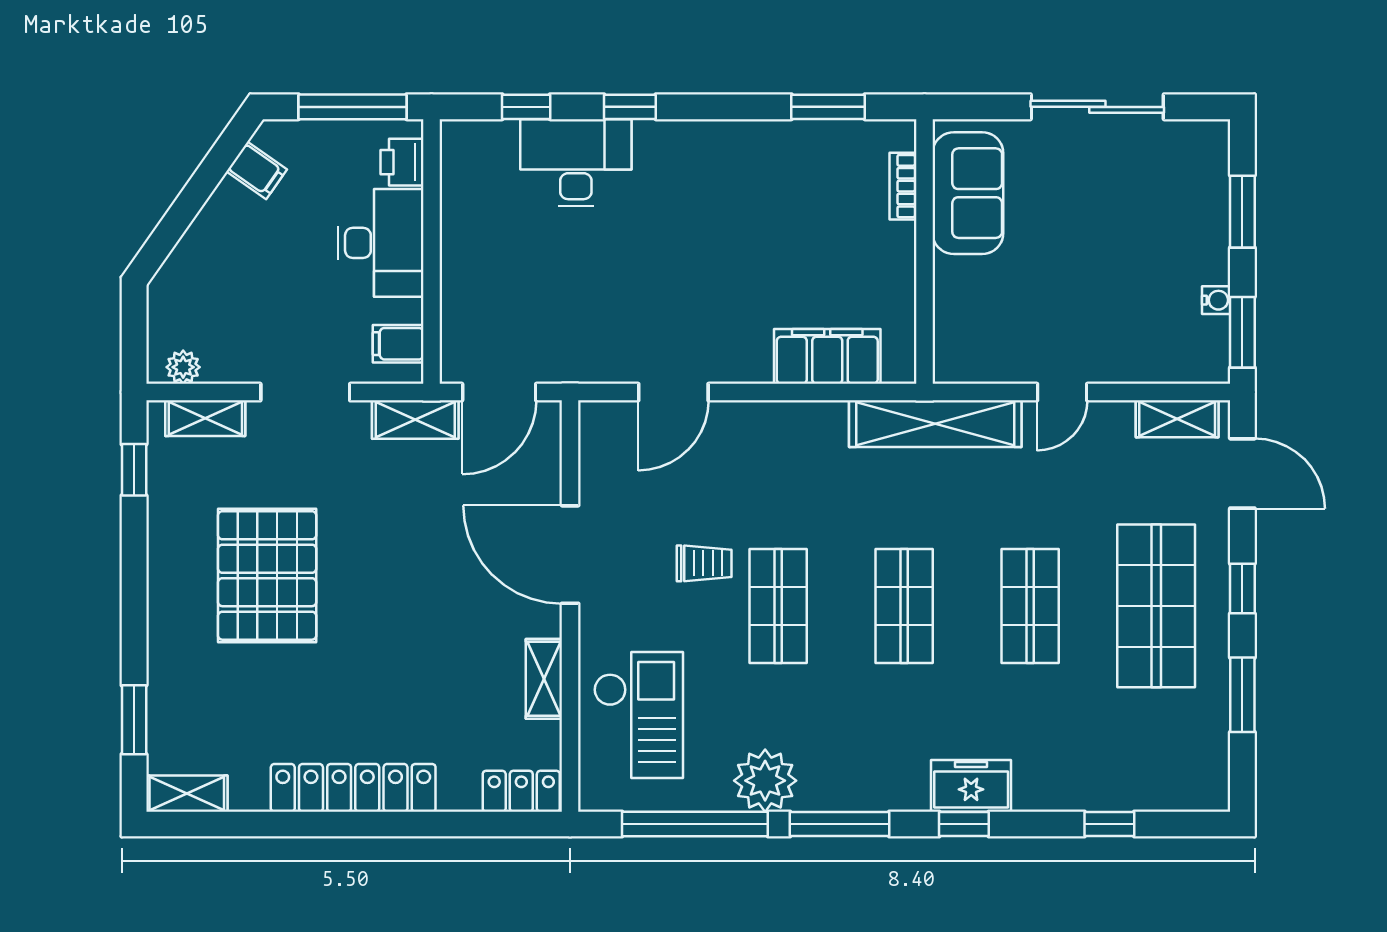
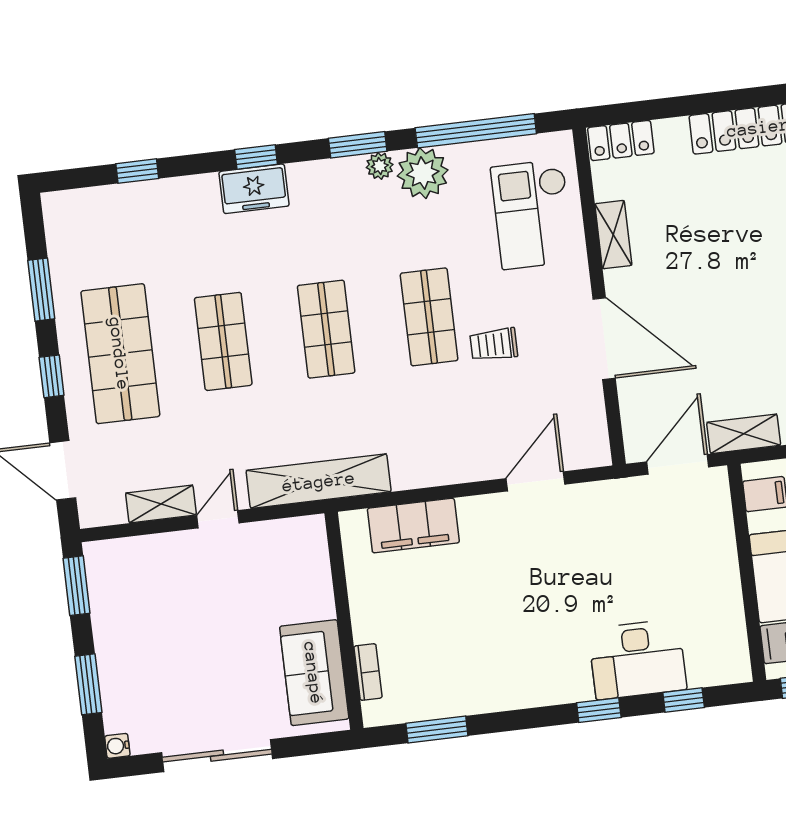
water cooler: (1216, 300) -> (117, 746), moved
shelving: (1177, 419) -> (161, 504), moved
plant: (816, 795) -> (380, 166), added
window: (840, 824) -> (358, 145), width x0.69

